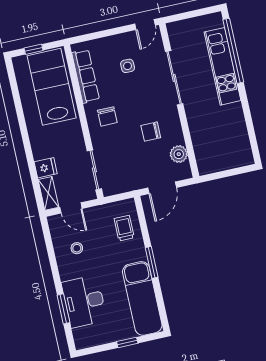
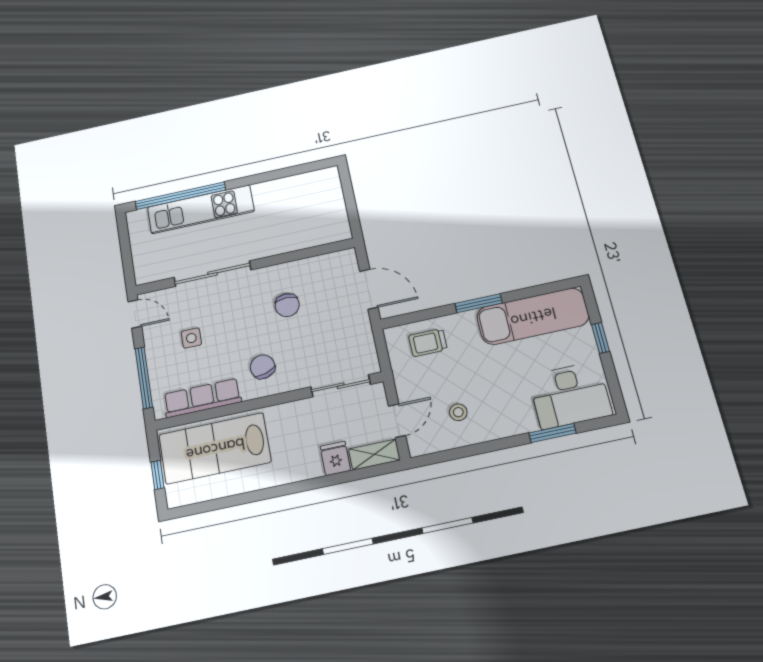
window: (100, 35) -> (144, 378), added
chair: (107, 116) -> (263, 367), turned -106
plant: (179, 154) -> (321, 266), removed
desk: (84, 301) -> (570, 395), moved

